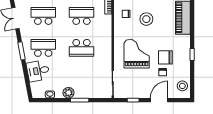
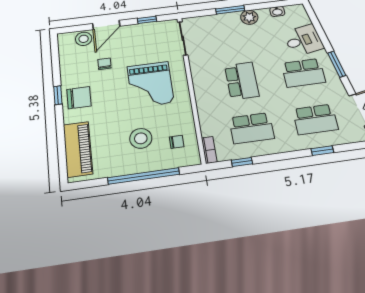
school desk: (82, 48) -> (242, 81), turned 90
chair: (165, 57) -> (79, 98), moved
stool: (182, 86) -> (84, 39), moved

